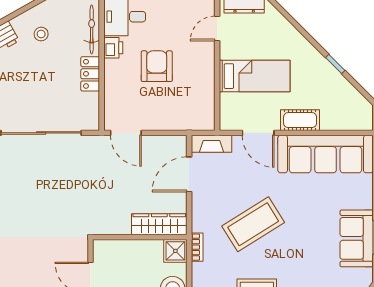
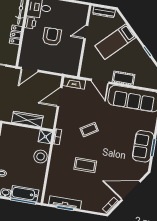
door: (217, 29) -> (86, 32), moved
bed: (255, 76) -> (115, 42), moved, turned 135
door: (126, 133) -> (29, 69), hinge flipped
wardrobe: (159, 224) -> (27, 119), moved
coffee table: (253, 224) -> (89, 130), width x0.54, depth x0.58

